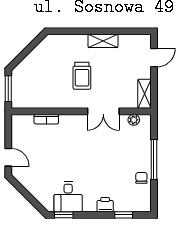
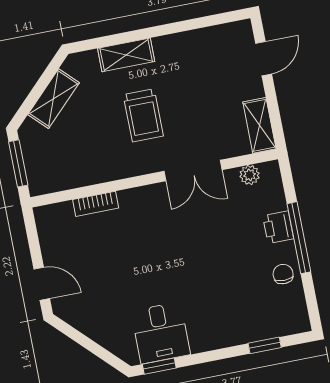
shelving: (103, 41) -> (126, 55), moved
shelving: (35, 57) -> (53, 99), added
printer: (105, 205) -> (278, 227), moved, turned -90

